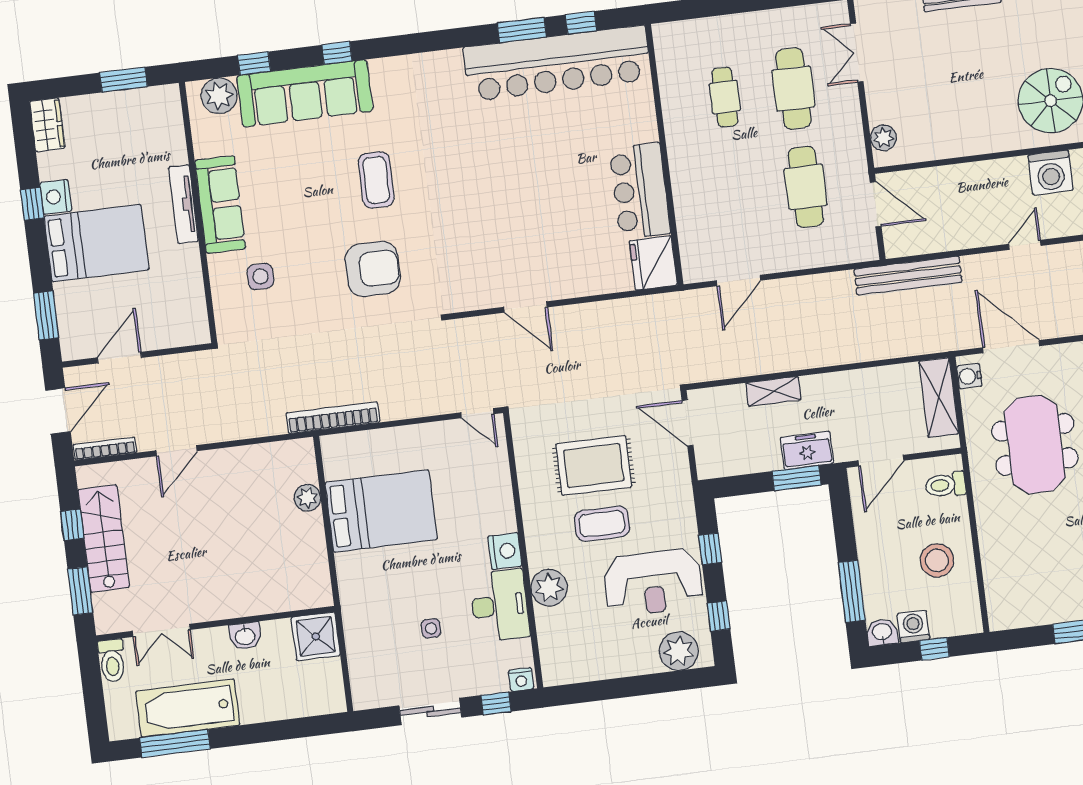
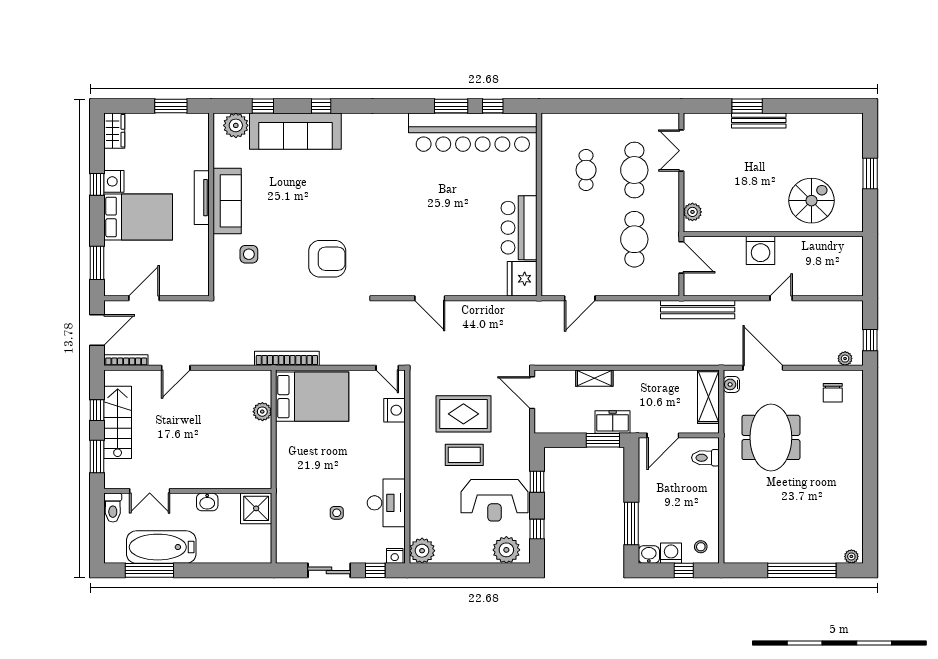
washing machine: (1051, 172) -> (761, 250), moved
coffee table: (376, 180) -> (337, 197), removed
bed: (381, 511) -> (312, 397), moved
nightstand: (505, 551) -> (395, 410), moved
stool: (937, 560) -> (701, 547), moved, width x0.53, depth x0.53
plant: (549, 588) -> (422, 551), moved

